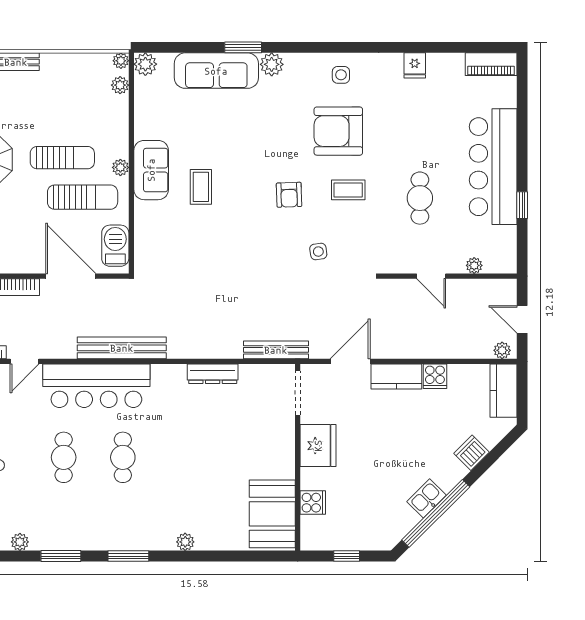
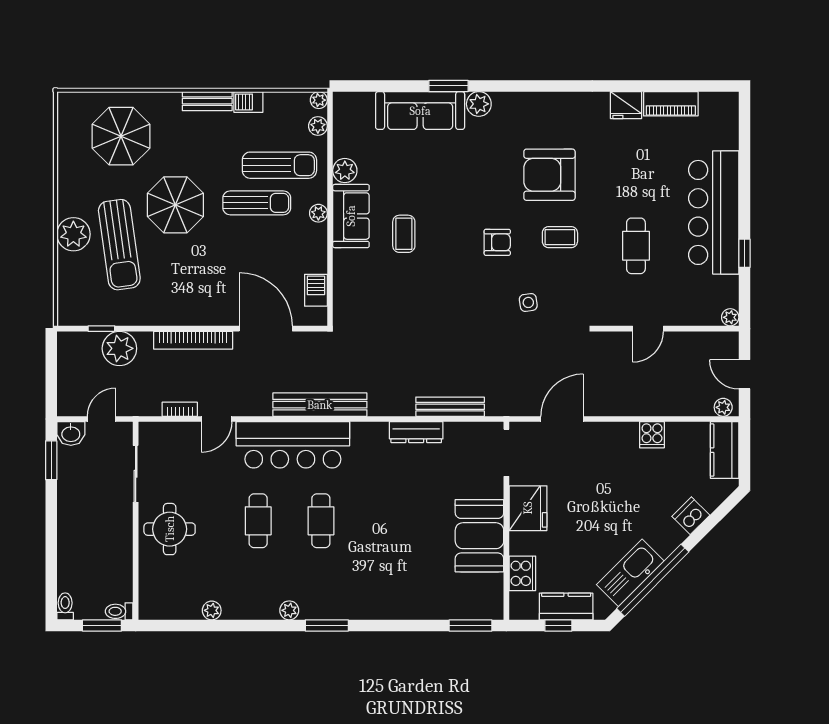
barbecue: (54, 62) -> (248, 102), added
plant: (145, 64) -> (345, 171), moved
piano: (491, 64) -> (671, 104), moved
fridge: (415, 65) -> (626, 105), width x1.38
side table: (341, 75) -> (552, 115), removed
armchair: (289, 195) -> (497, 242), turned -88
sun lounger: (83, 197) -> (279, 165), moved
barbecue: (115, 246) -> (316, 290), width x0.73, depth x0.79
plant: (474, 265) -> (730, 317), moved
door: (431, 276) -> (648, 329), hinge flipped
bench: (276, 350) -> (450, 407), moved
kitchen counter: (396, 377) -> (566, 606), moved, turned 180
kitchen sink: (426, 498) -> (630, 573), width x1.87, depth x1.24
cooker: (313, 503) -> (522, 573), width x1.36
booth: (272, 514) -> (479, 536), moved
plant: (185, 542) -> (289, 610), moved
window: (61, 556) -> (470, 625), moved

